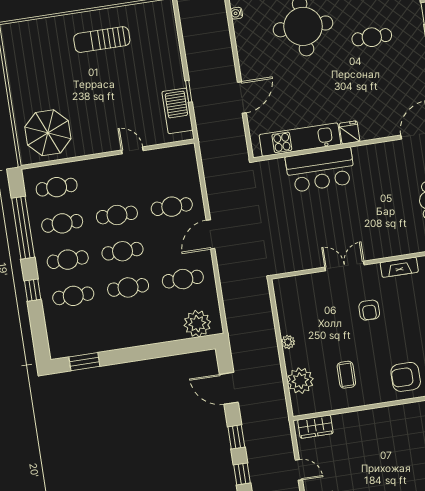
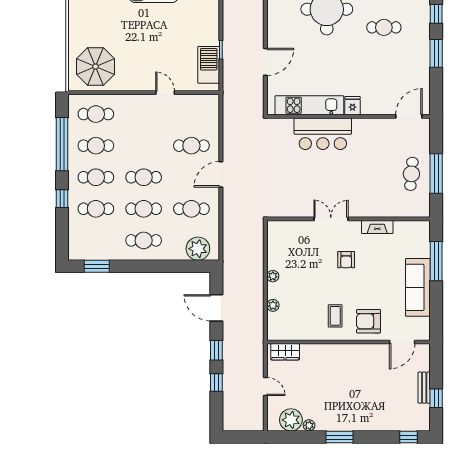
cafe table: (117, 215) -> (144, 240), moved
coffee table: (346, 375) -> (335, 316), moved
plant: (300, 381) -> (273, 305), width x0.53, depth x0.53

